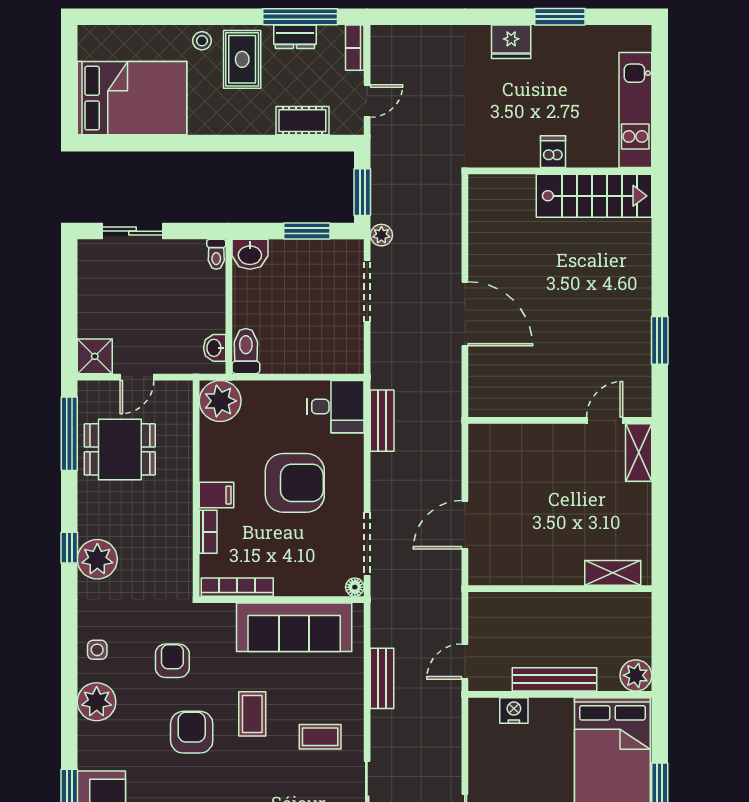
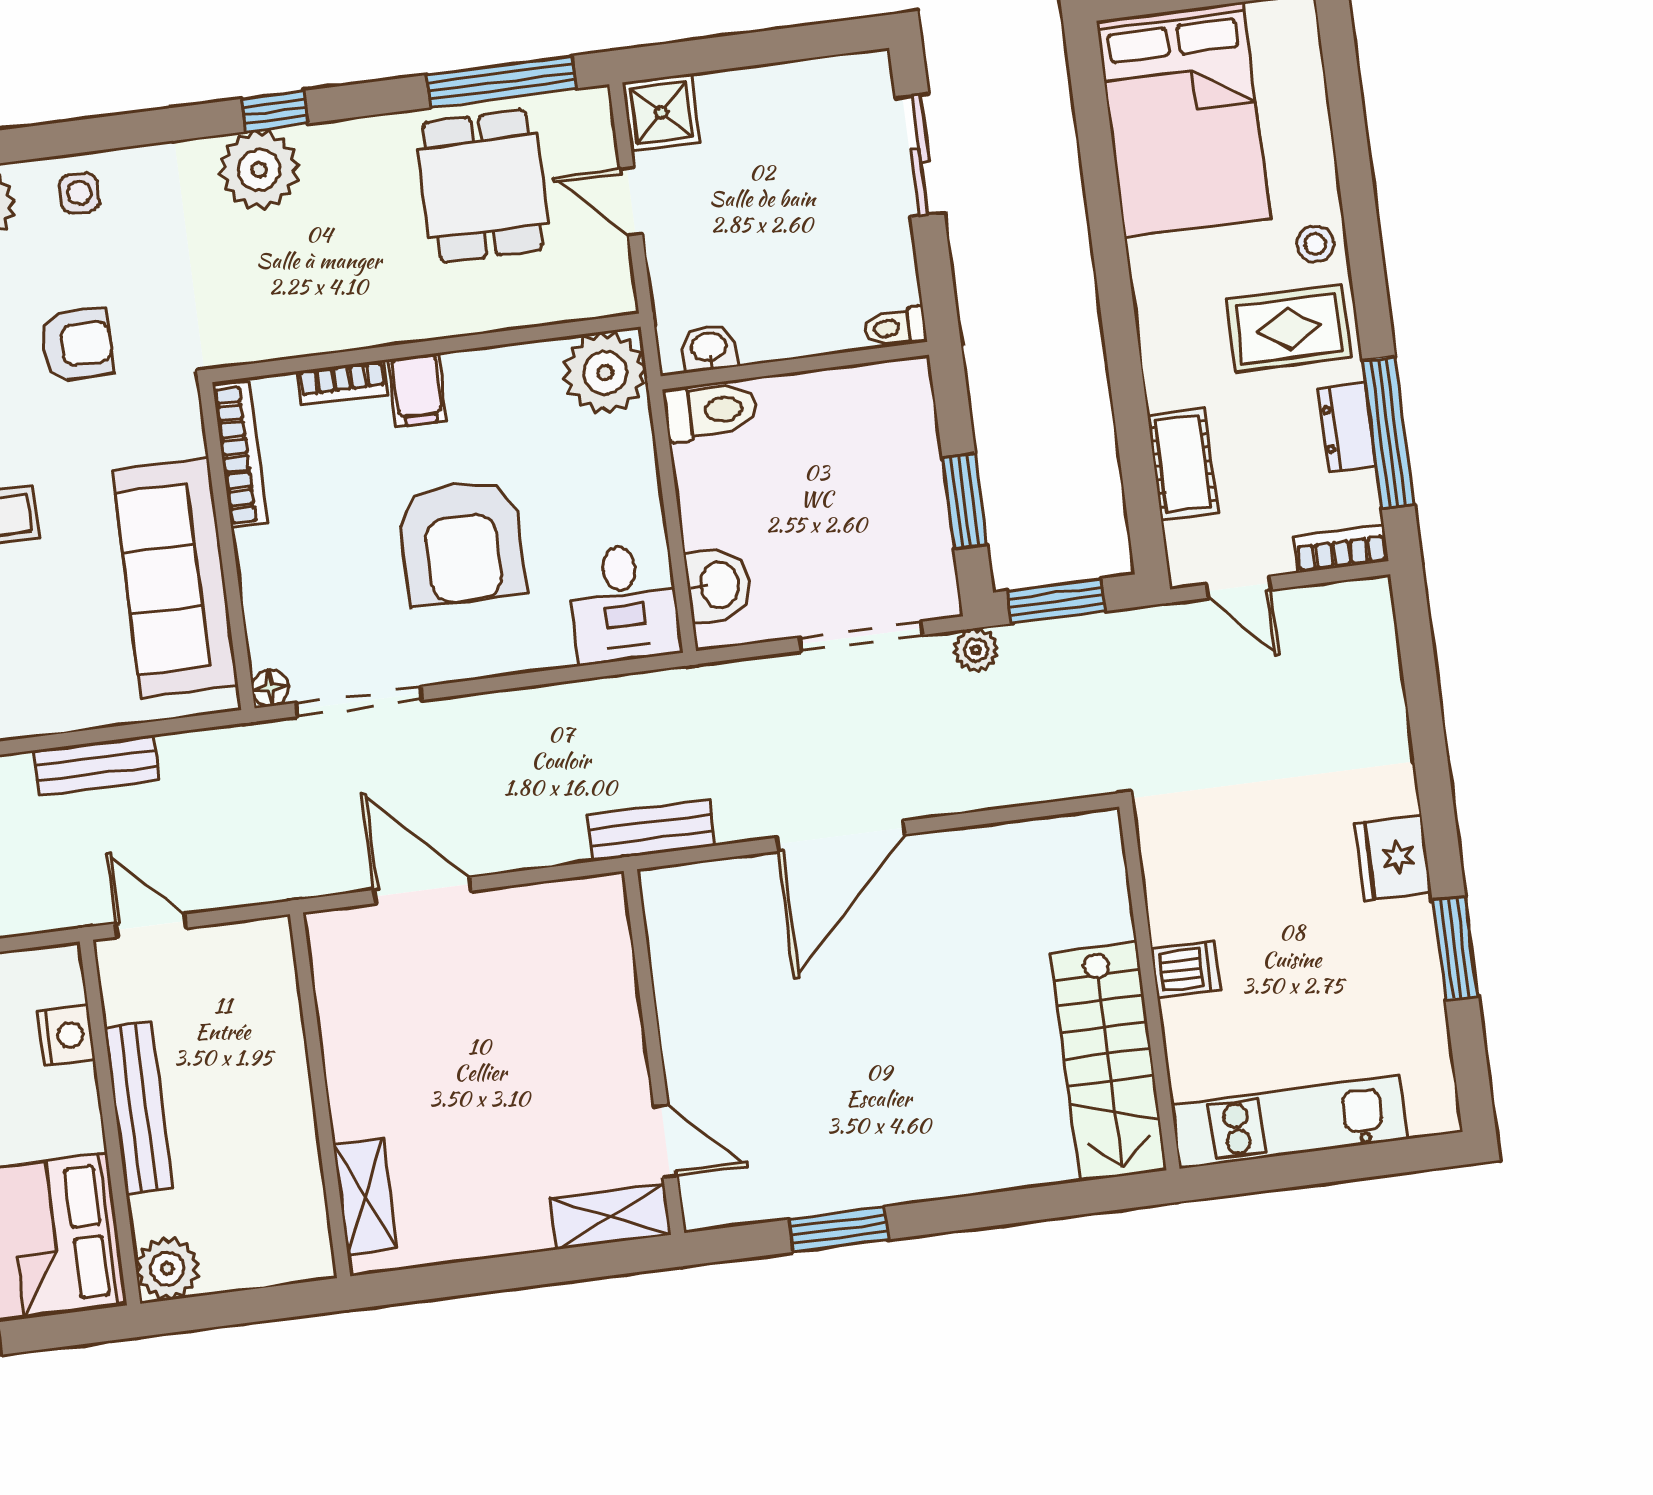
washbasin: (250, 254) -> (718, 585), moved, turned 180
bench: (382, 421) -> (651, 830), moved

